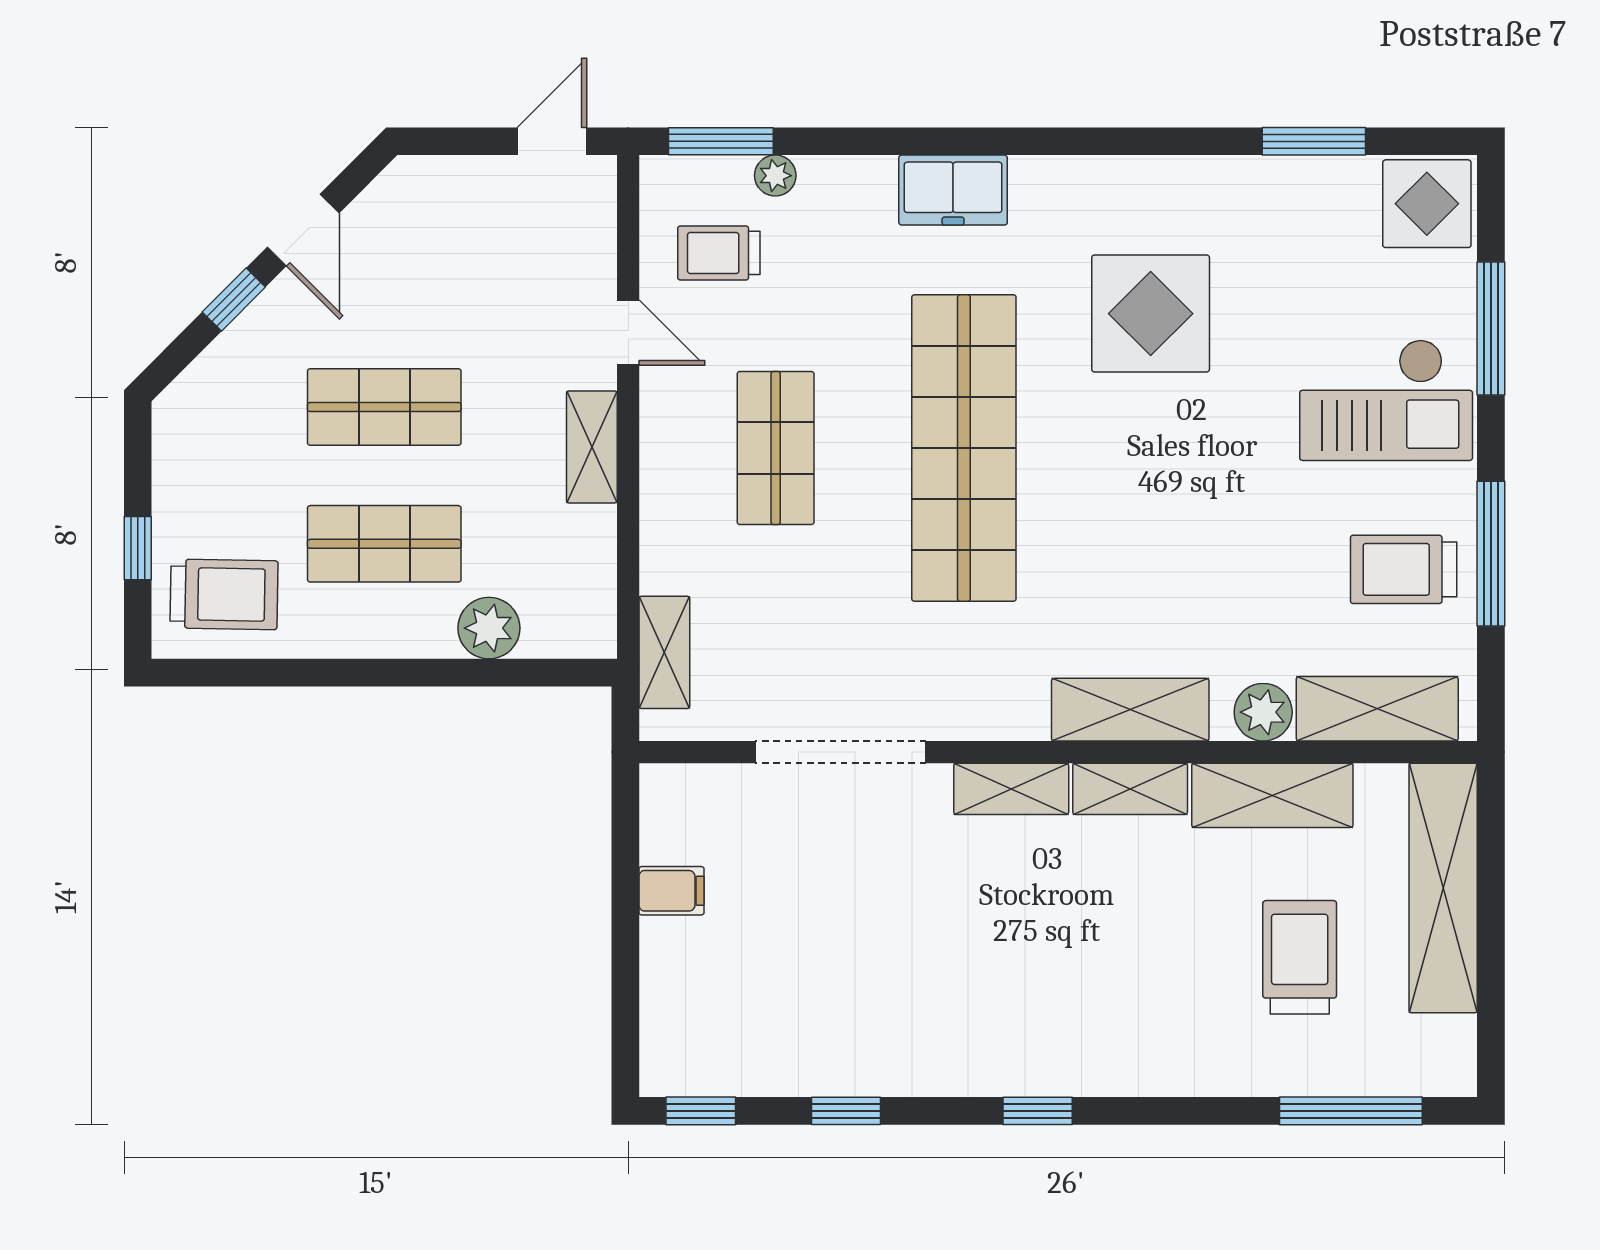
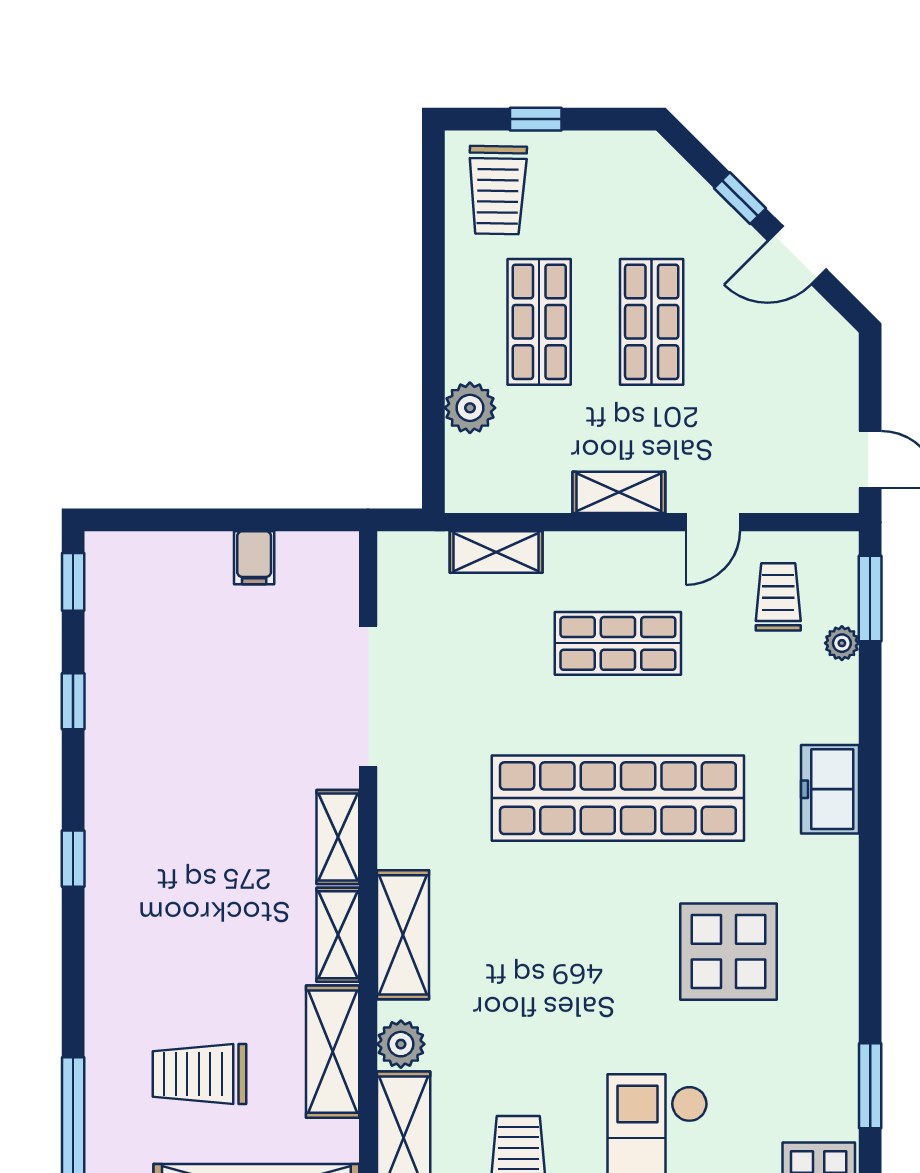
shelving: (664, 652) -> (496, 552), moved
trolley: (1300, 957) -> (199, 1074), turned 180

